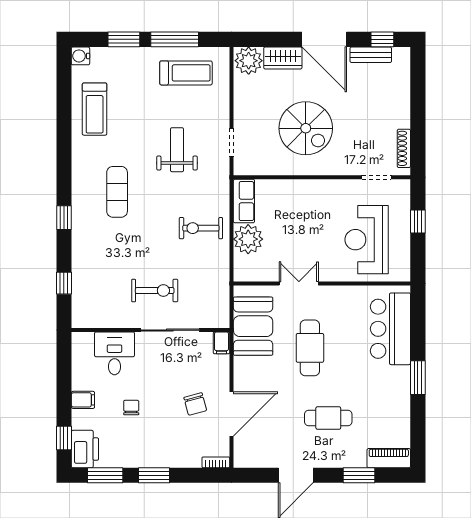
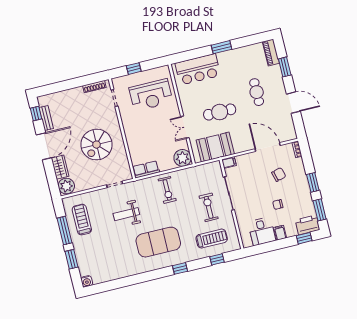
treadmill: (95, 109) -> (212, 239), moved
spiral stairs: (306, 128) -> (97, 145), turned 180
exercise mat: (117, 192) -> (158, 242), width x2.00, depth x1.45
plant: (248, 239) -> (183, 158), moved
desk: (114, 353) -> (262, 231), moved, turned -90
chair: (195, 404) -> (279, 175), moved

